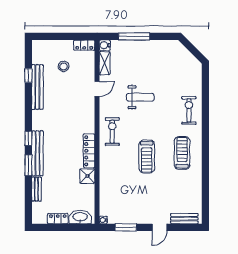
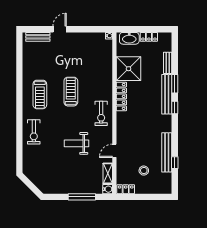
shower: (87, 176) -> (129, 69), width x1.86, depth x1.86
window: (126, 227) -> (89, 29), removed

